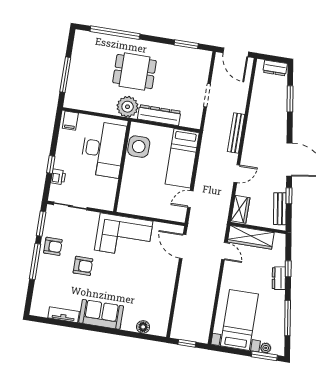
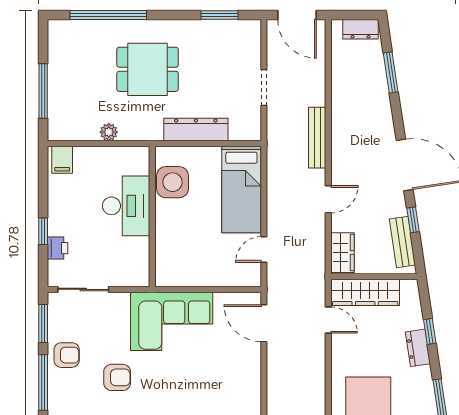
plant: (128, 107) -> (109, 132), moved, width x0.53, depth x0.53
desk: (103, 149) -> (126, 206), width x0.73, depth x0.77

